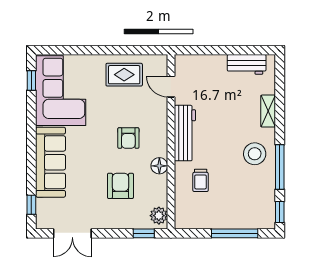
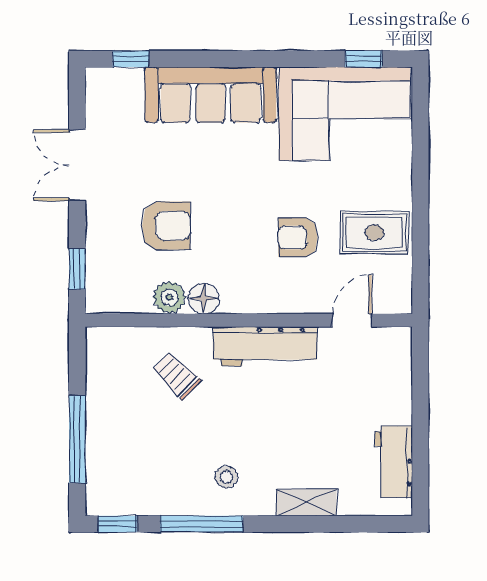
rug: (124, 75) -> (374, 233), turned 90
armchair: (128, 138) -> (298, 237), moved
stool: (255, 154) -> (226, 477), width x0.53, depth x0.53
trolley: (201, 180) -> (176, 376), turned 44
plant: (159, 216) -> (169, 297), moved
double door: (72, 233) -> (77, 165), moved

